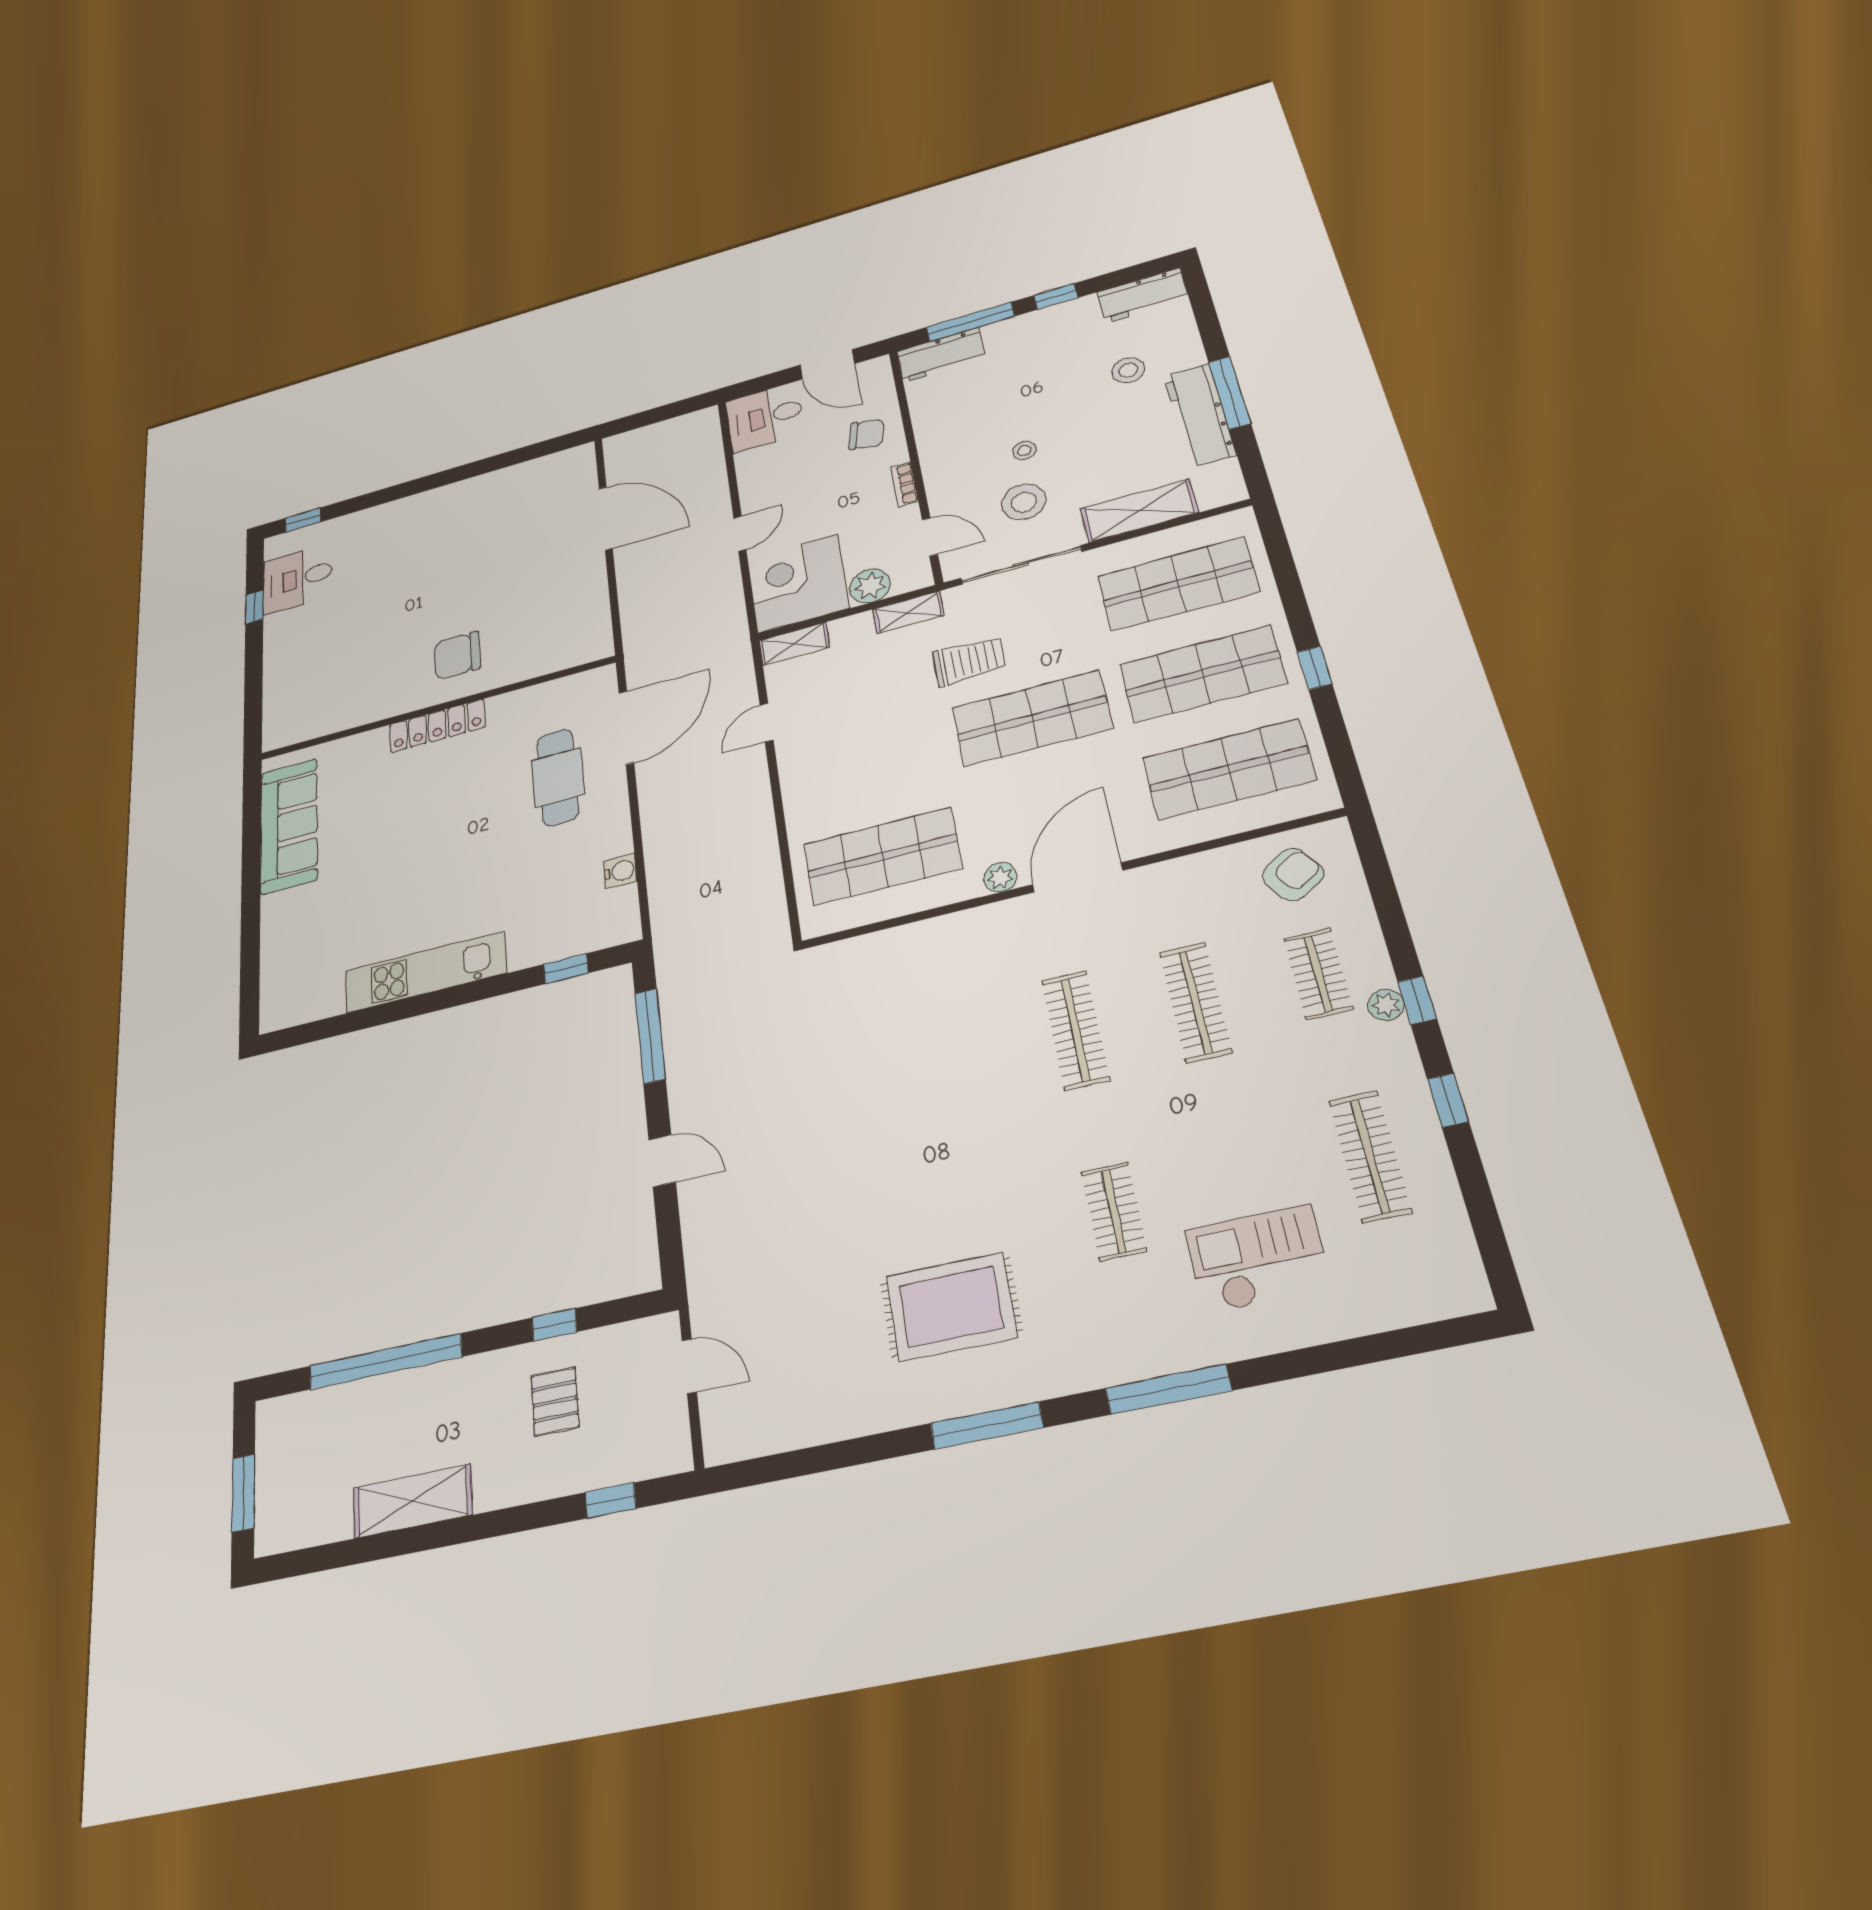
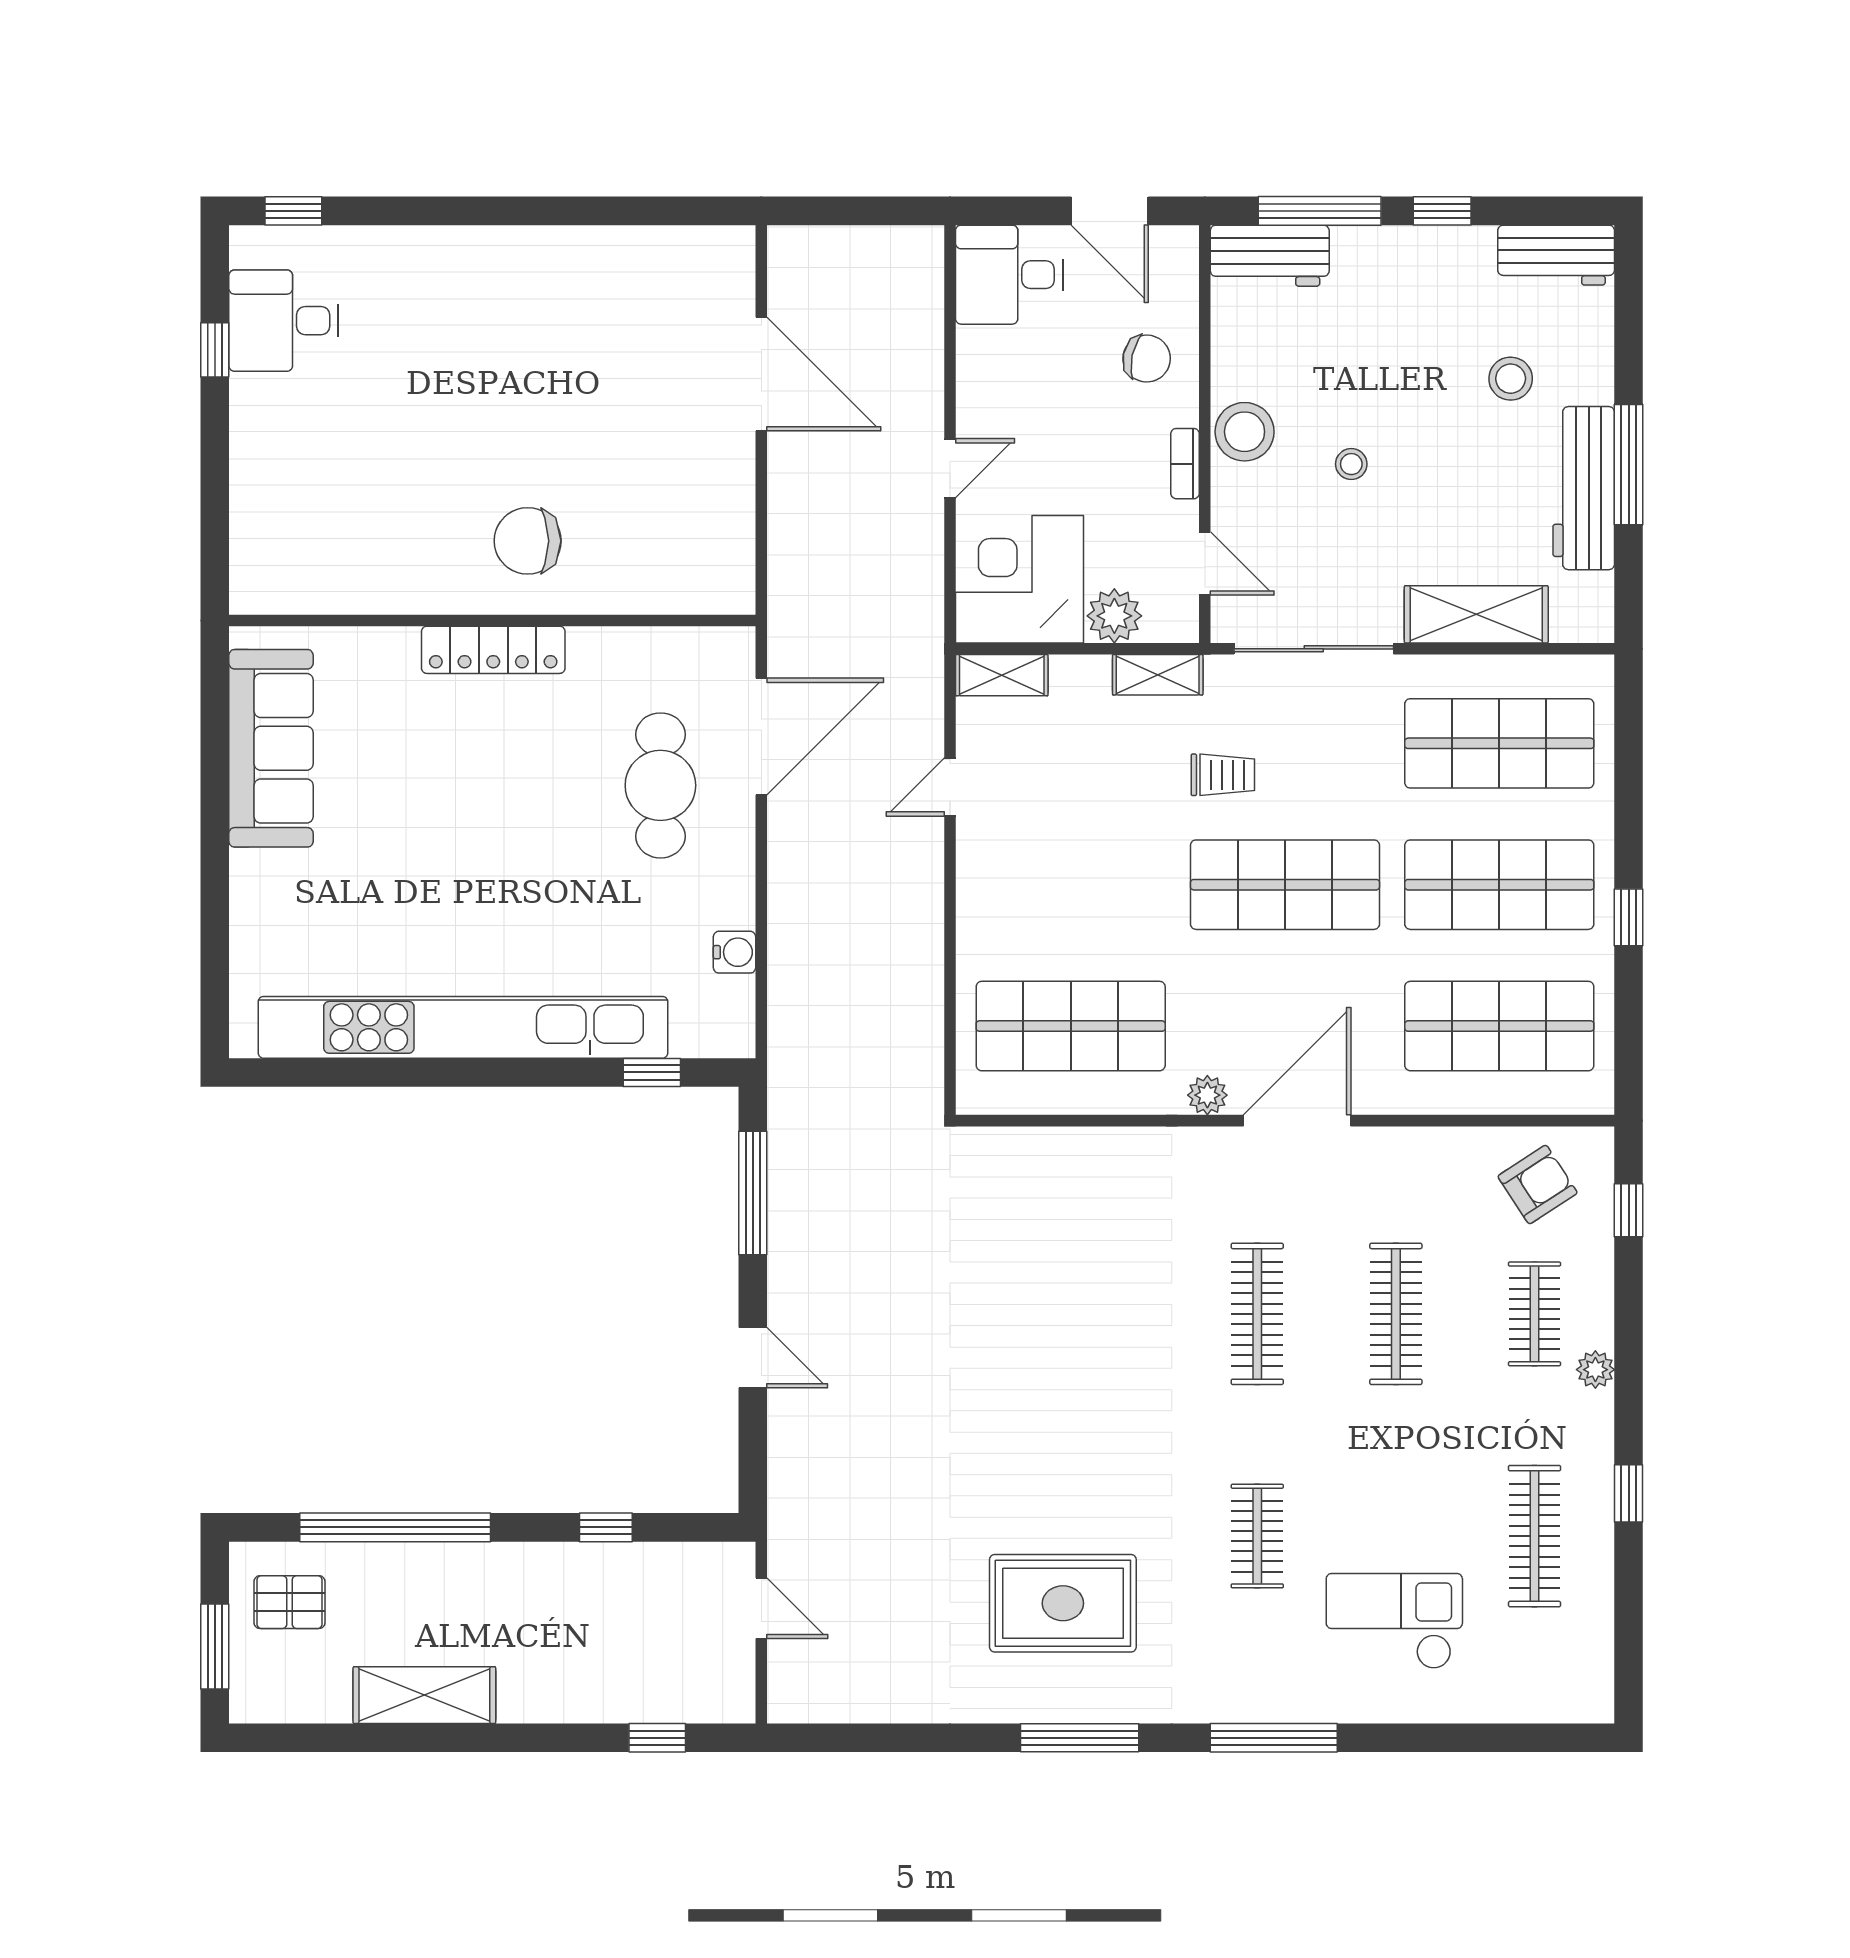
stool: (1024, 502) -> (1245, 432), moved
trolley: (969, 661) -> (1223, 775), width x0.73, depth x0.72
kitchen unit: (426, 972) -> (463, 1027), width x1.86
window: (1417, 1000) -> (1629, 1210), moved
pallet: (555, 1401) -> (289, 1602), moved, turned 90

